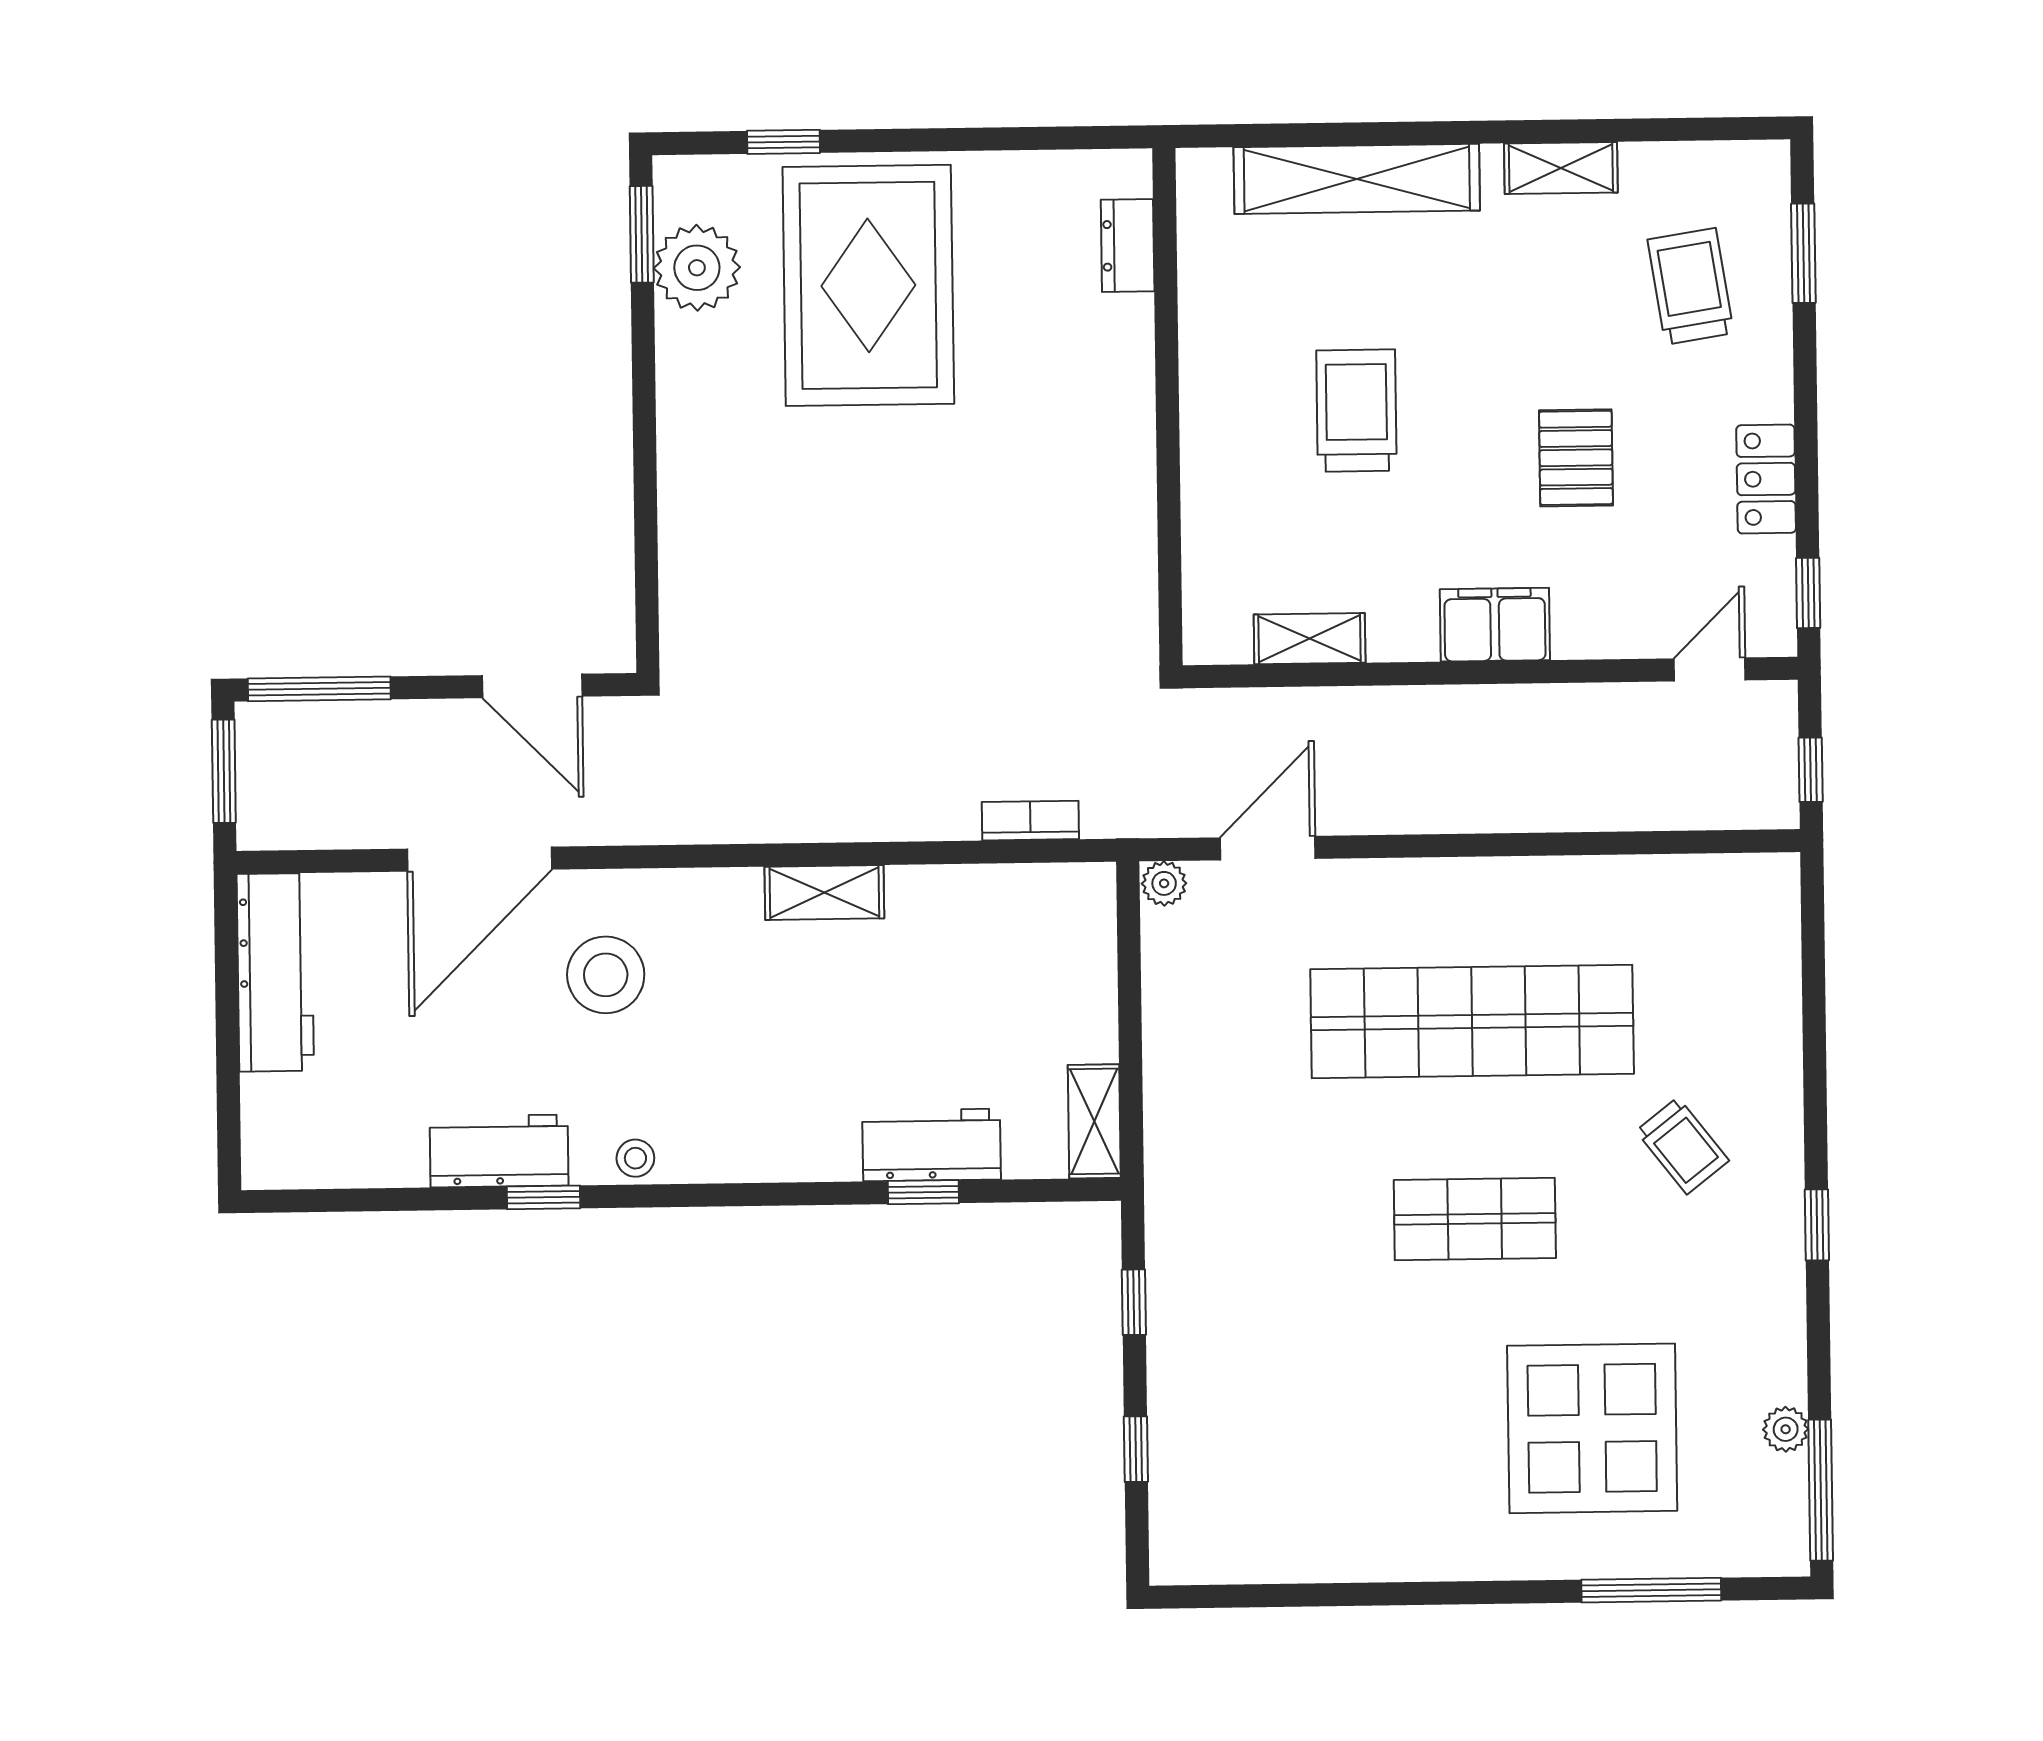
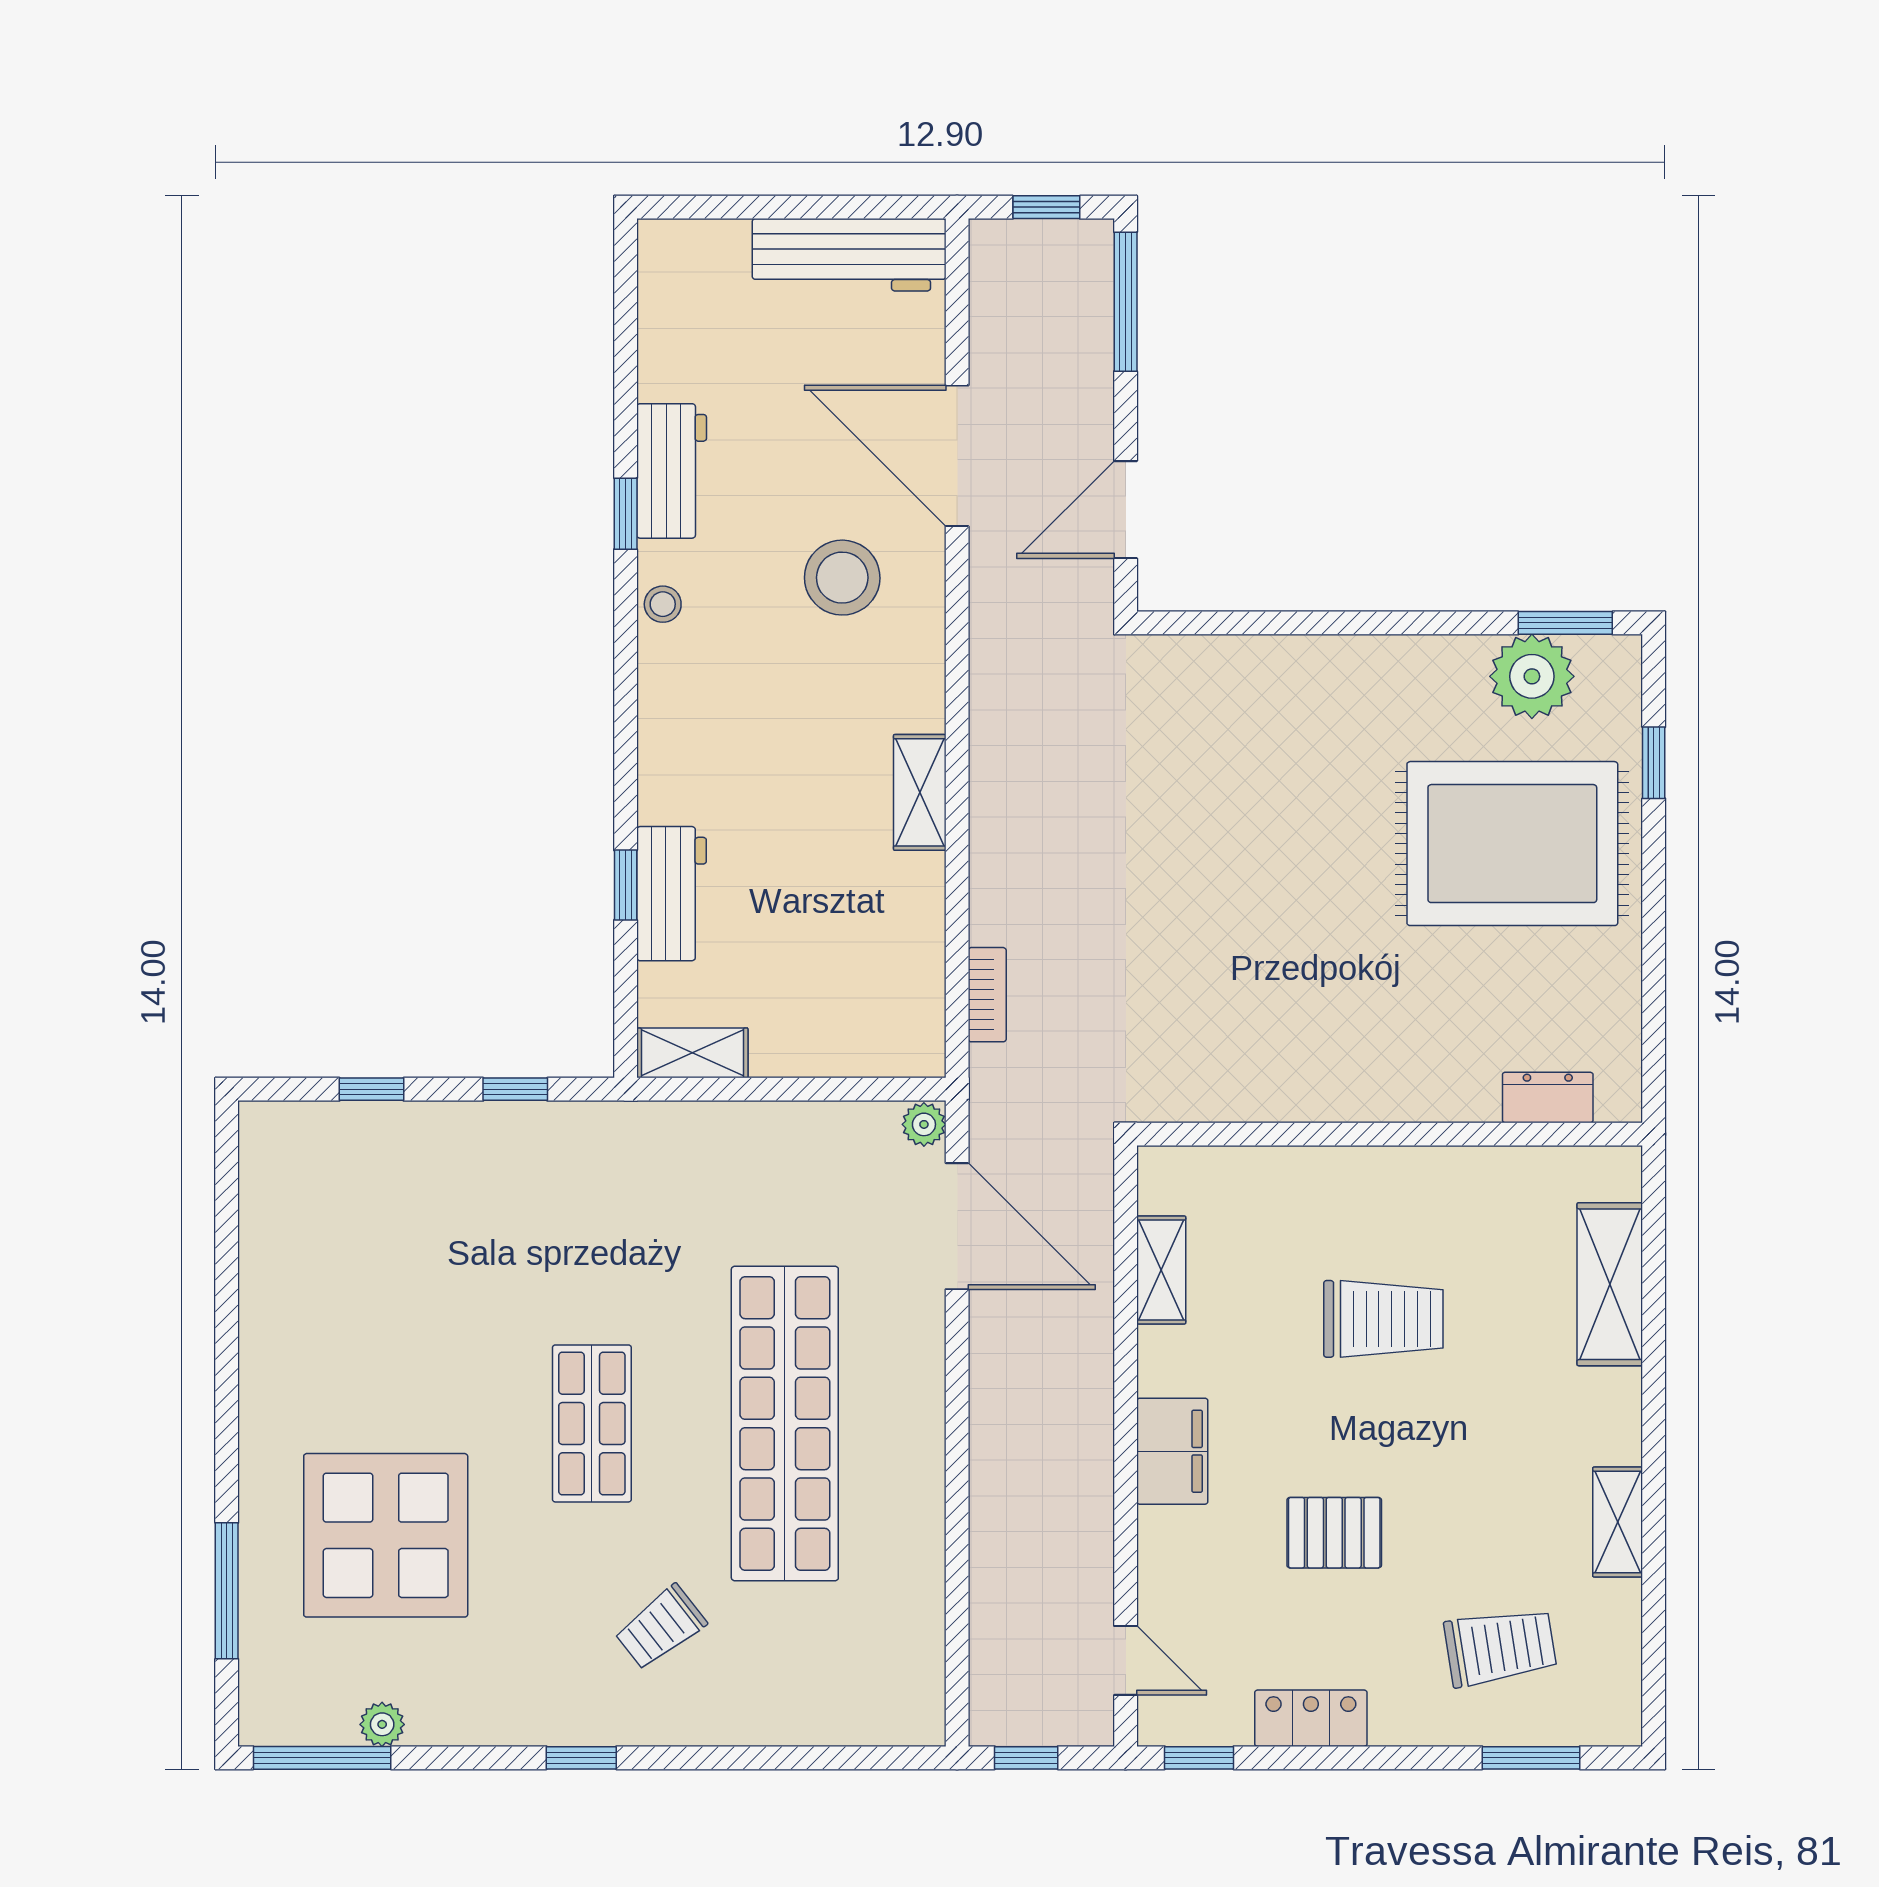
shelving: (1357, 179) -> (1610, 1284), width x0.68
window: (224, 771) -> (1046, 207), width x0.67
door: (1268, 848) -> (957, 1226), width x1.36

